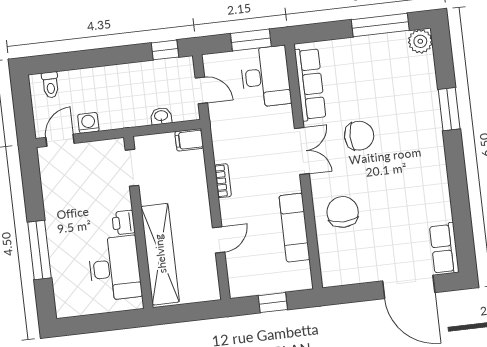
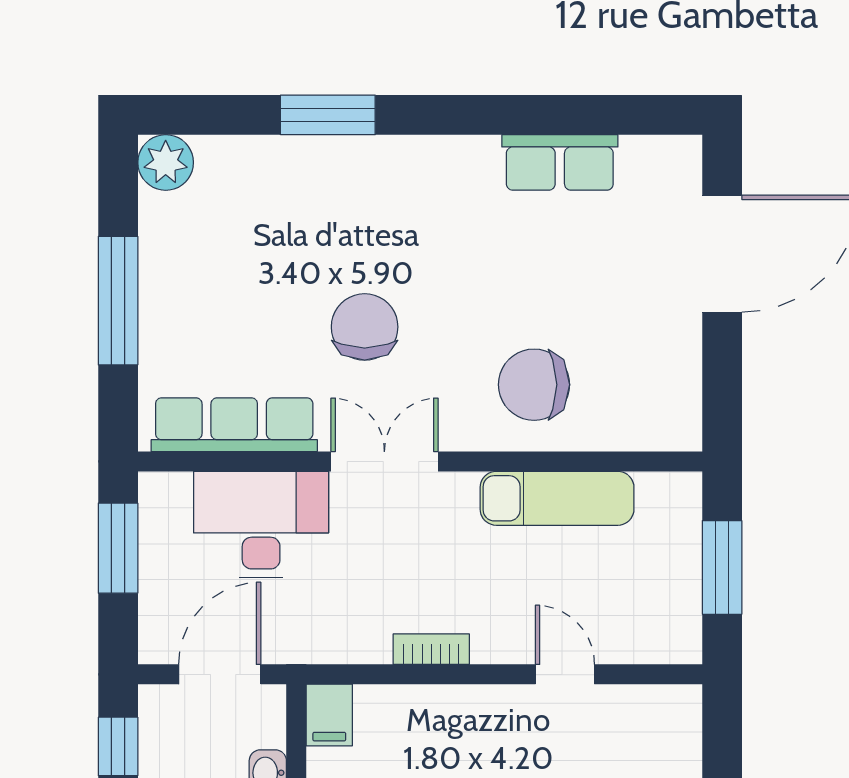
window: (380, 25) -> (118, 301), moved
desk: (266, 77) -> (261, 524), moved
door: (201, 90) -> (220, 674), width x1.37
row of seats: (444, 249) -> (560, 162), moved
window: (273, 303) -> (722, 567), width x1.50

